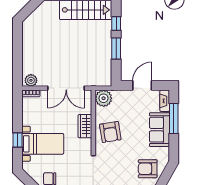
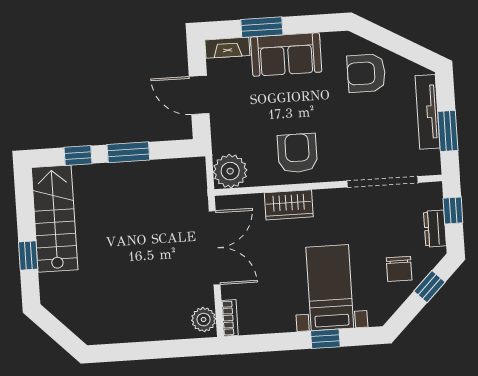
window: (174, 119) -> (262, 27), width x0.69
armchair: (110, 132) -> (297, 153), turned -81
armchair: (148, 169) -> (366, 73), turned 90

